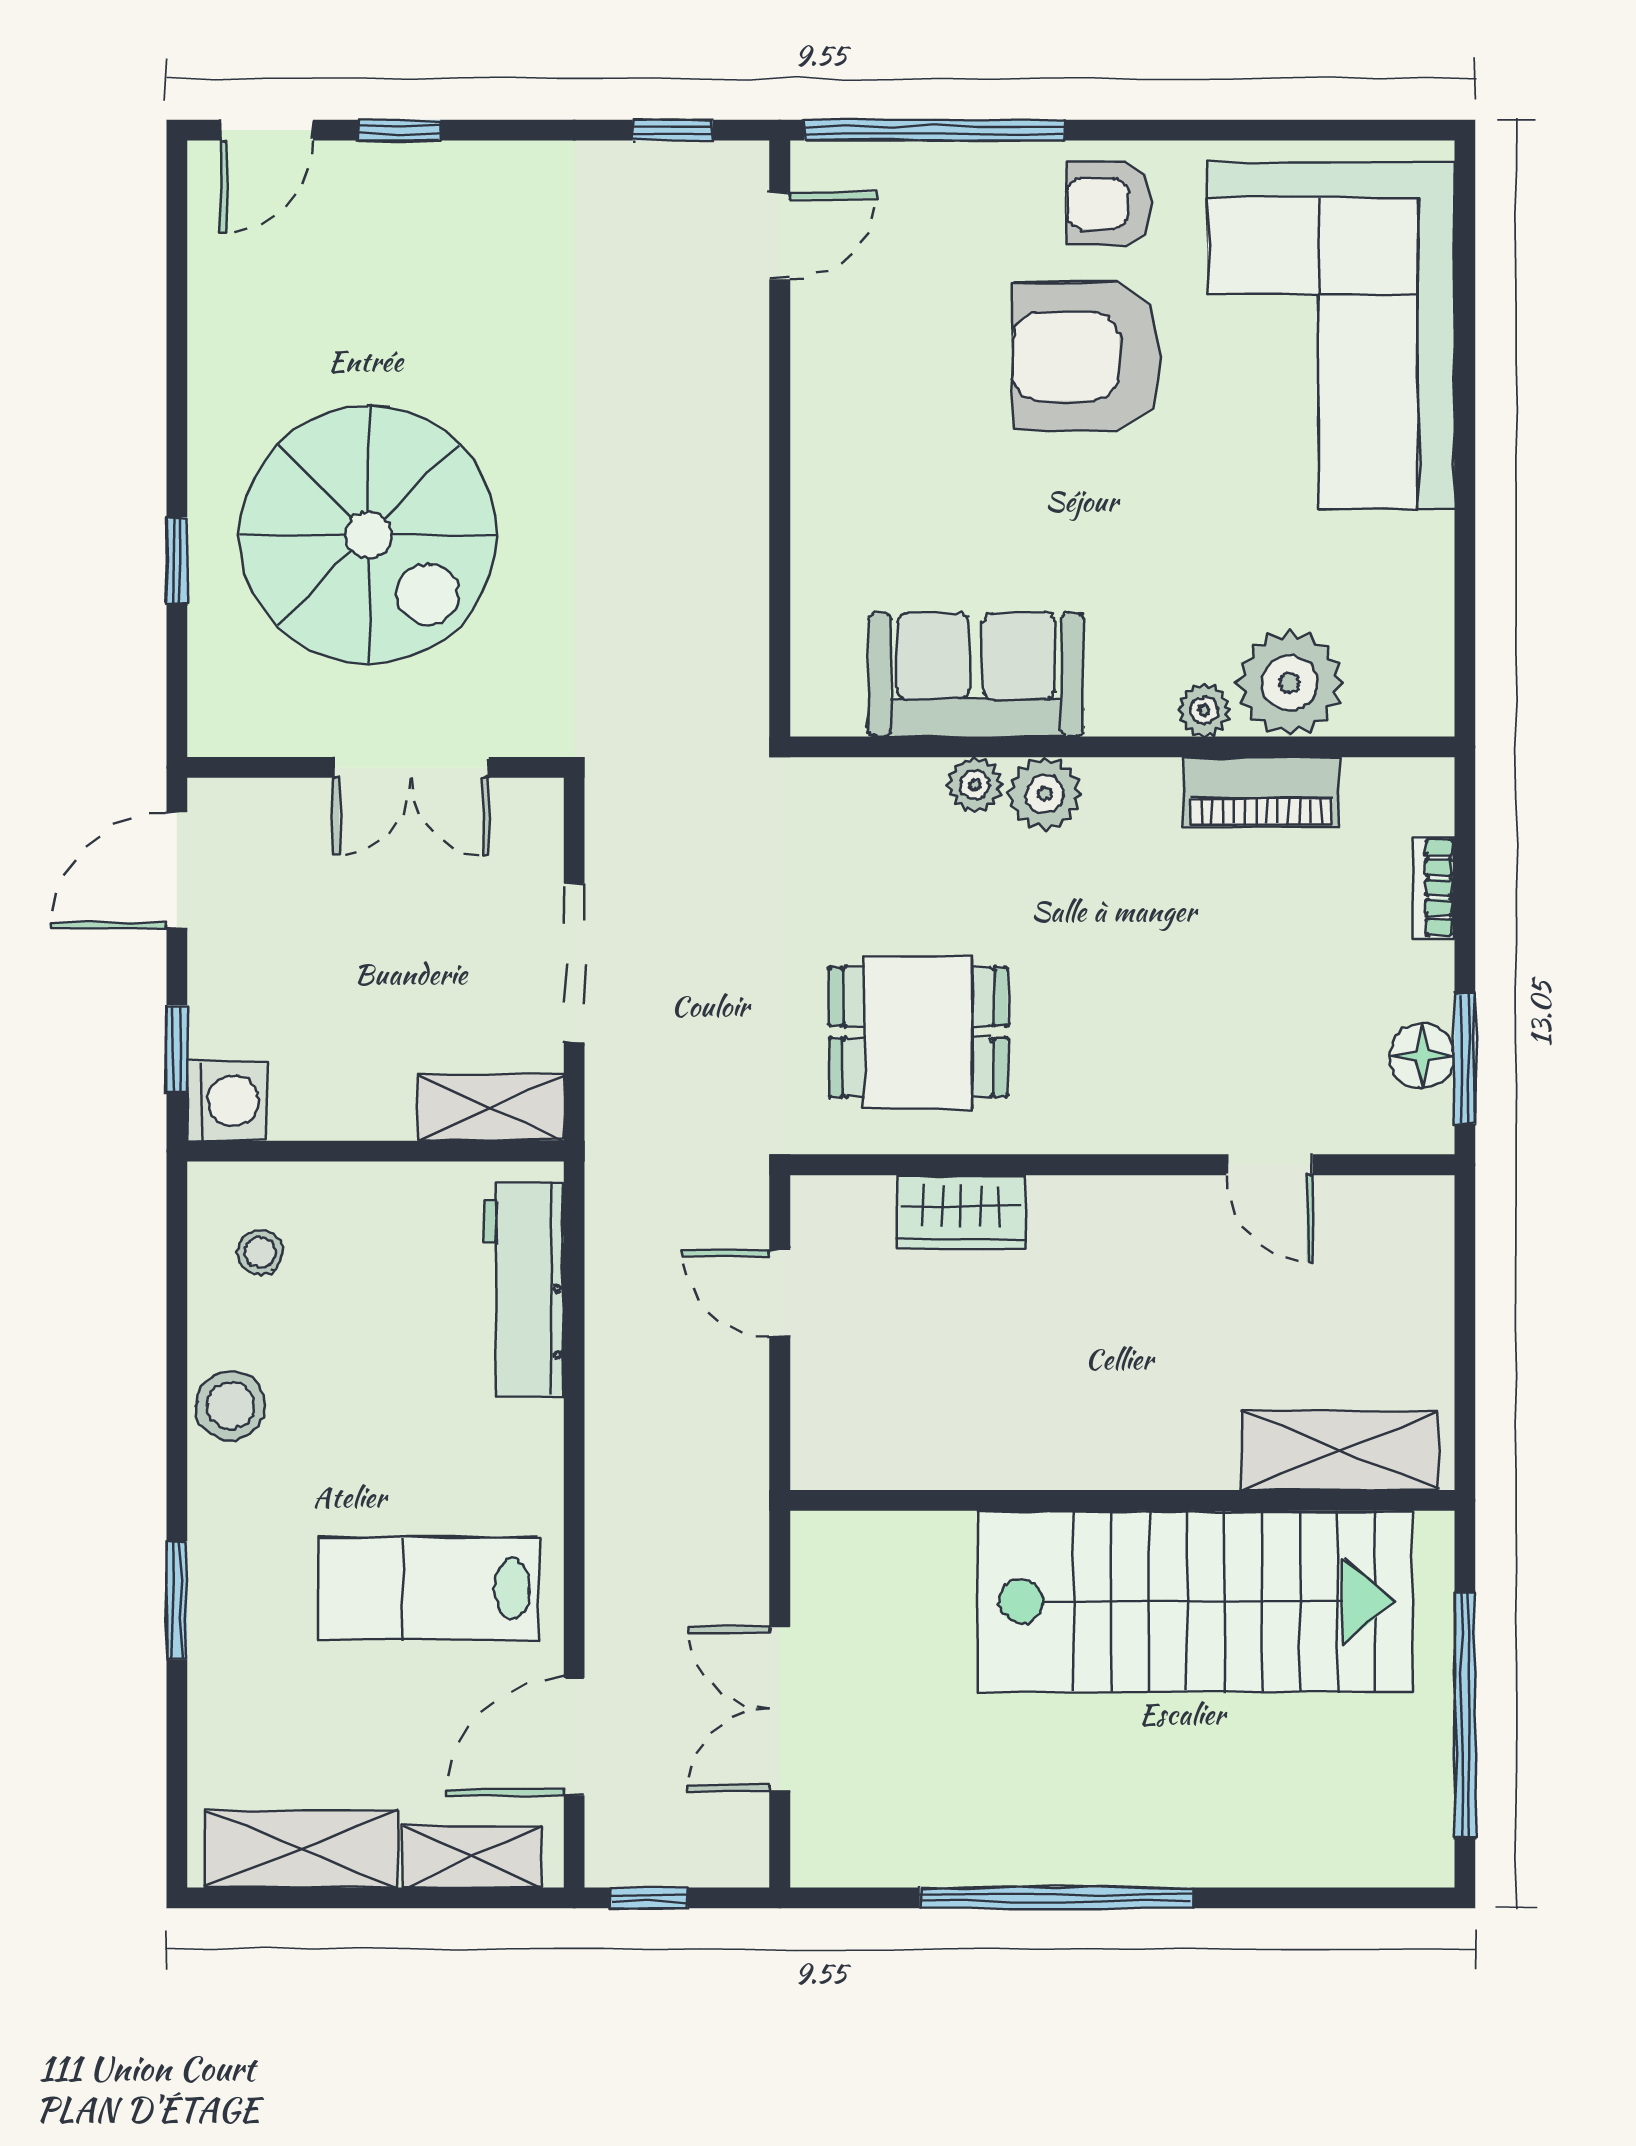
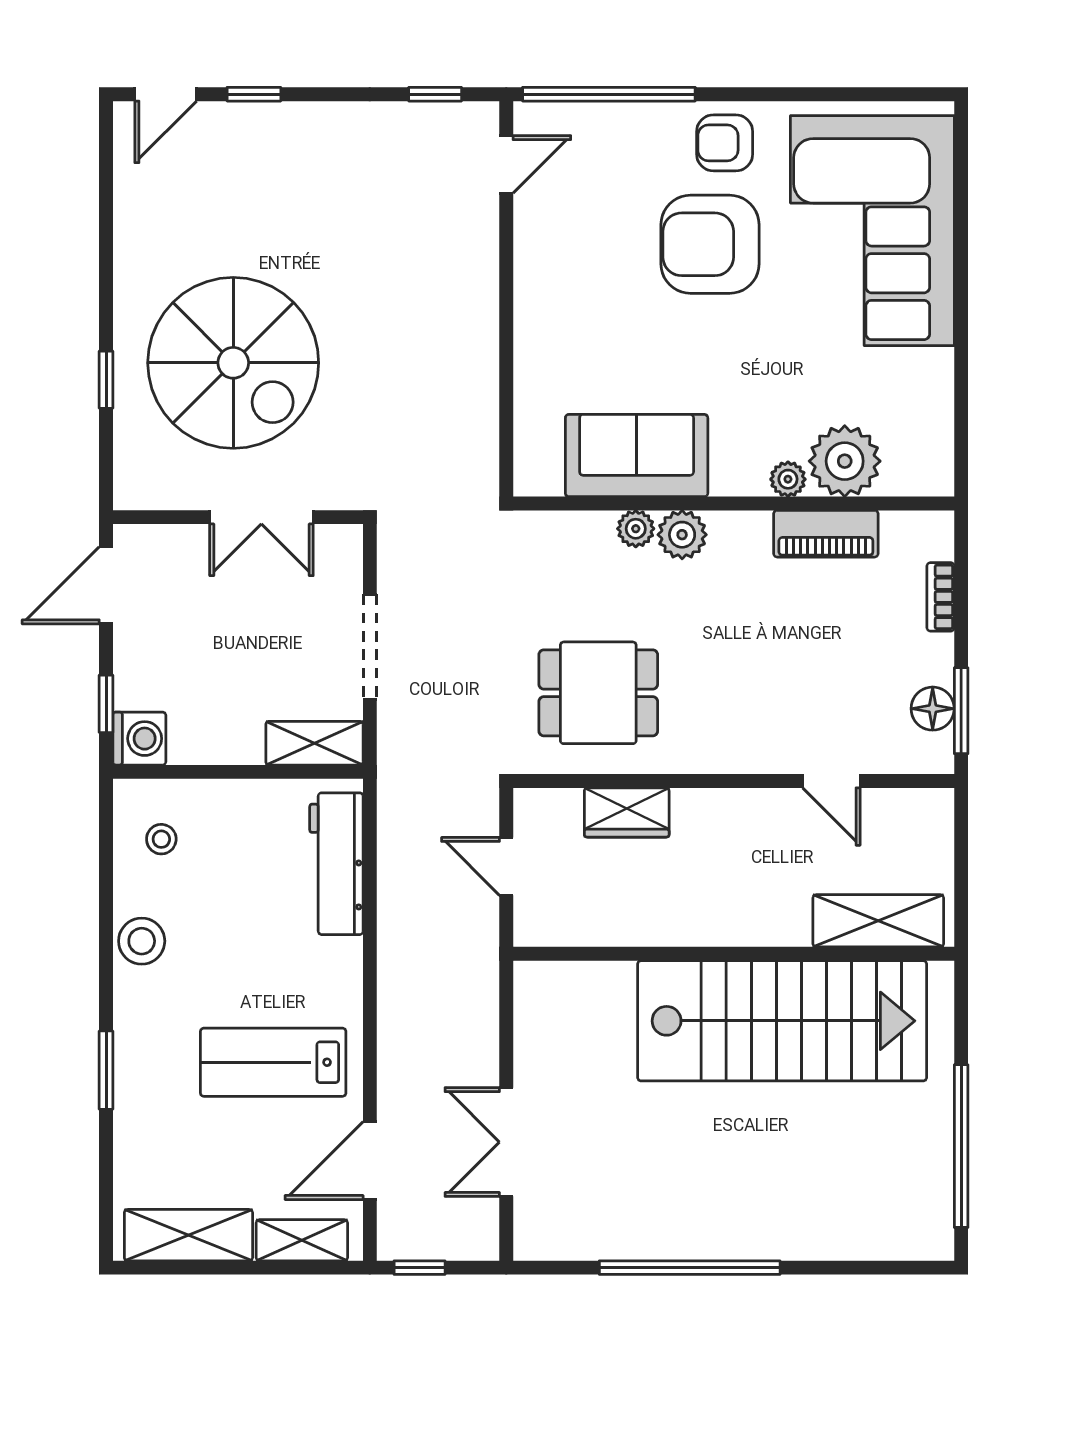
shelving: (1340, 1451) -> (878, 921), moved
wall: (1122, 1500) -> (734, 954), moved
stairs: (1195, 1601) -> (782, 1021), moved

